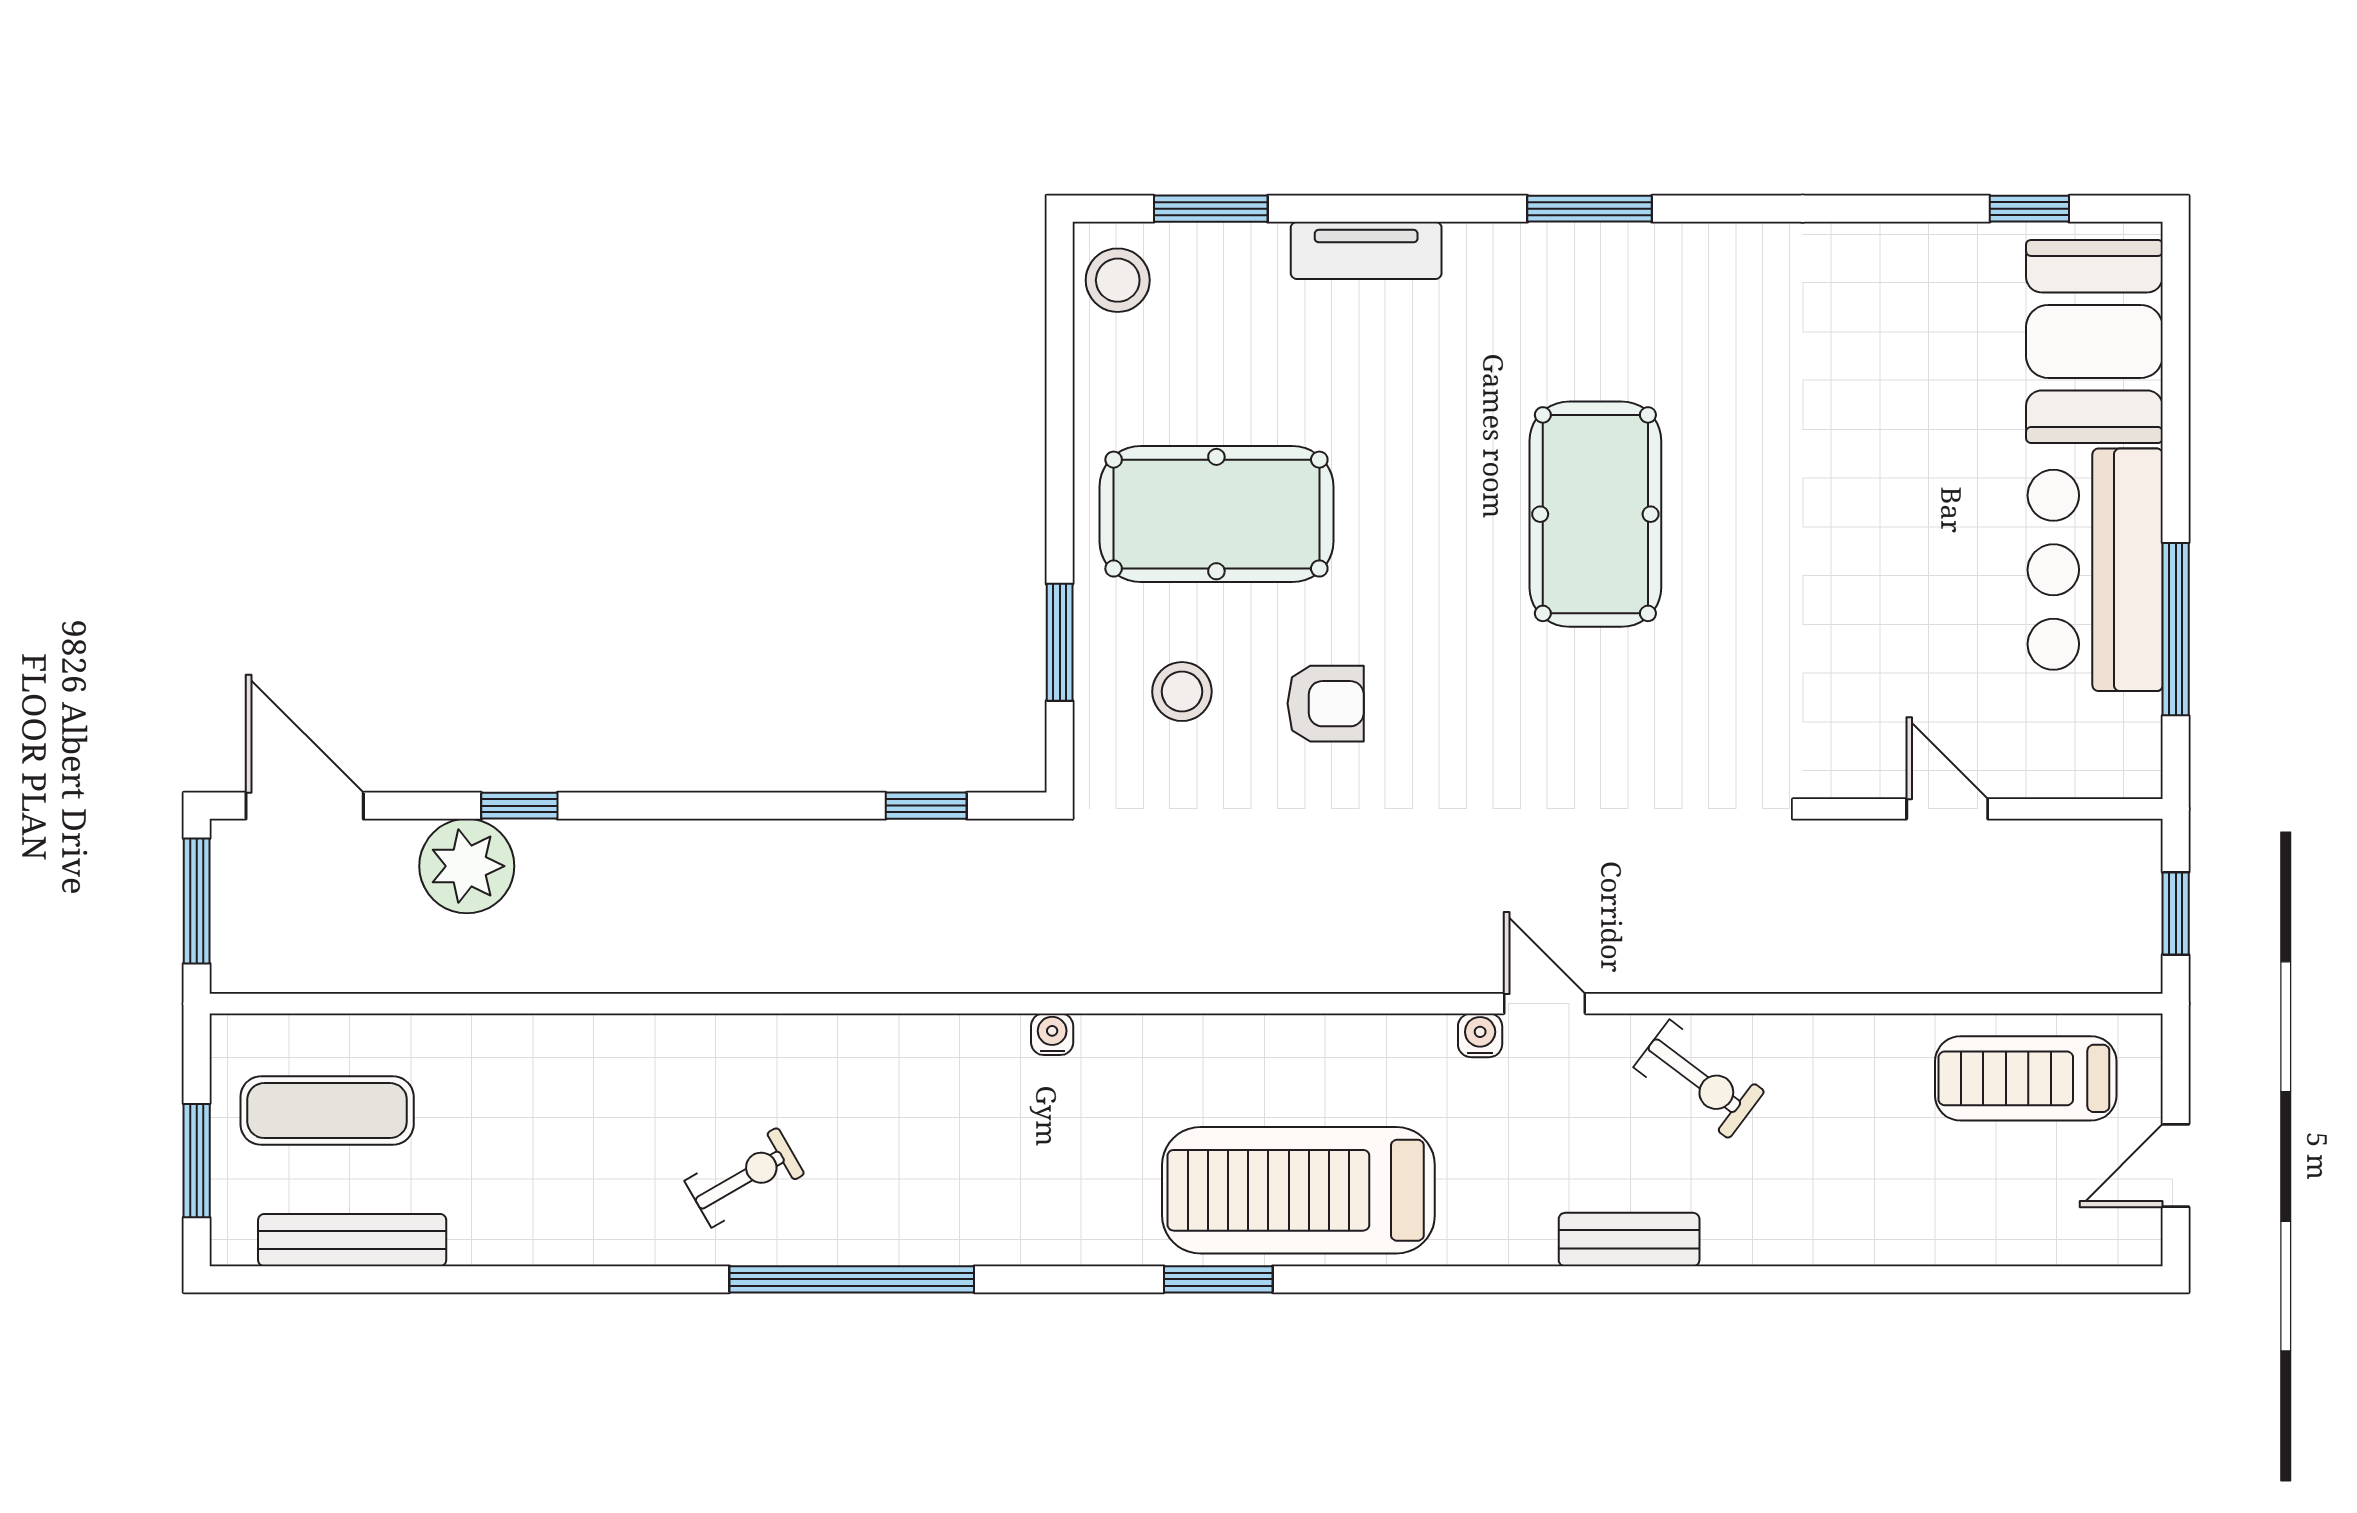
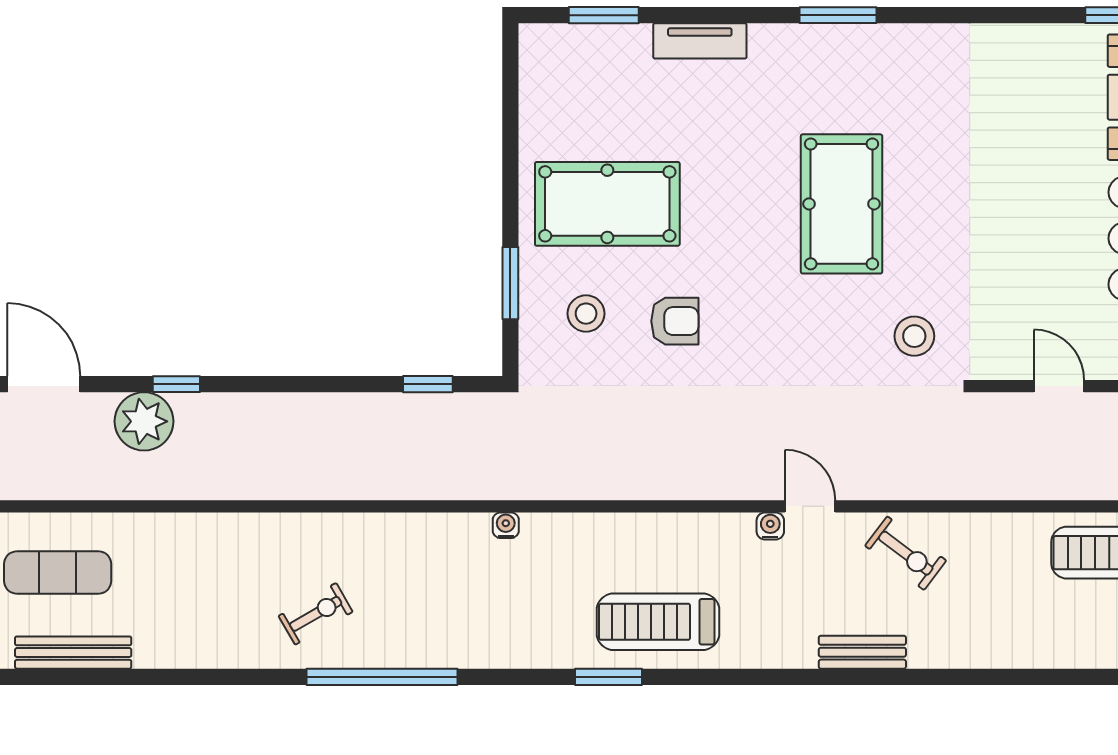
stool: (1118, 280) -> (914, 336), moved
treadmill: (1298, 1190) -> (658, 622), width x0.73, depth x0.73

